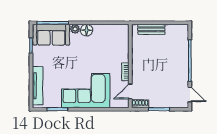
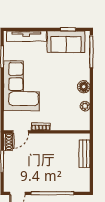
plant: (75, 29) -> (85, 106), moved
sofa: (51, 35) -> (66, 42), moved, turned -90
door: (130, 91) -> (20, 132), swing flipped

